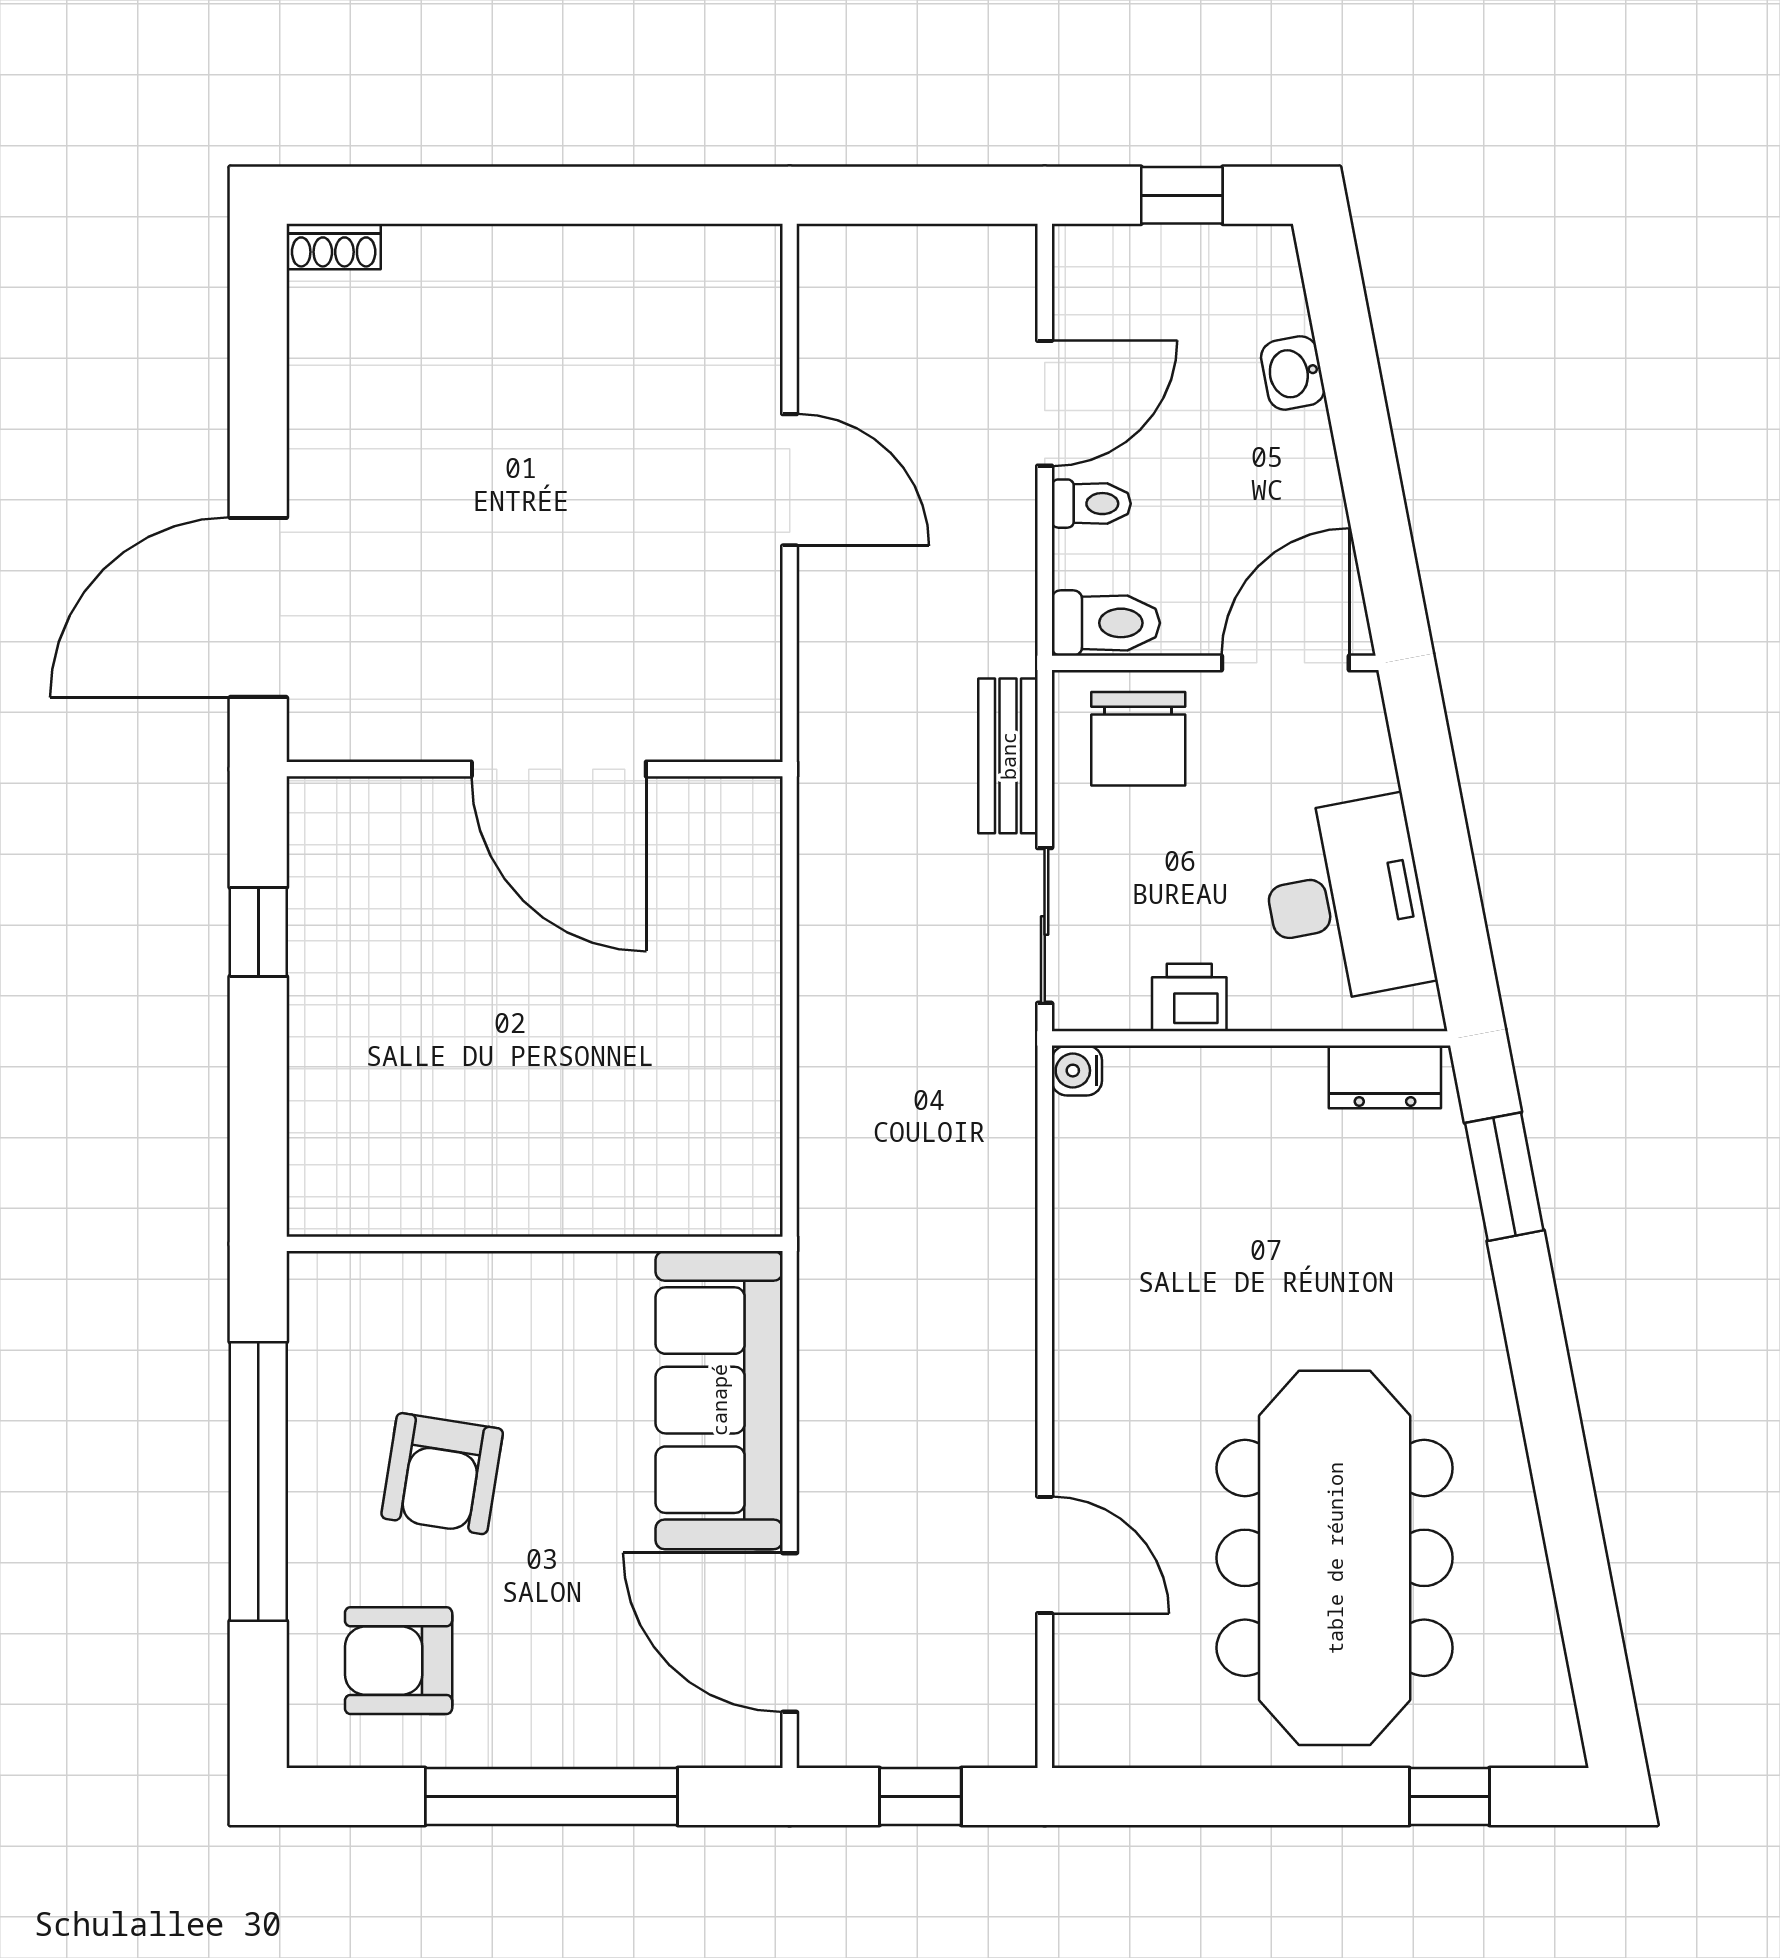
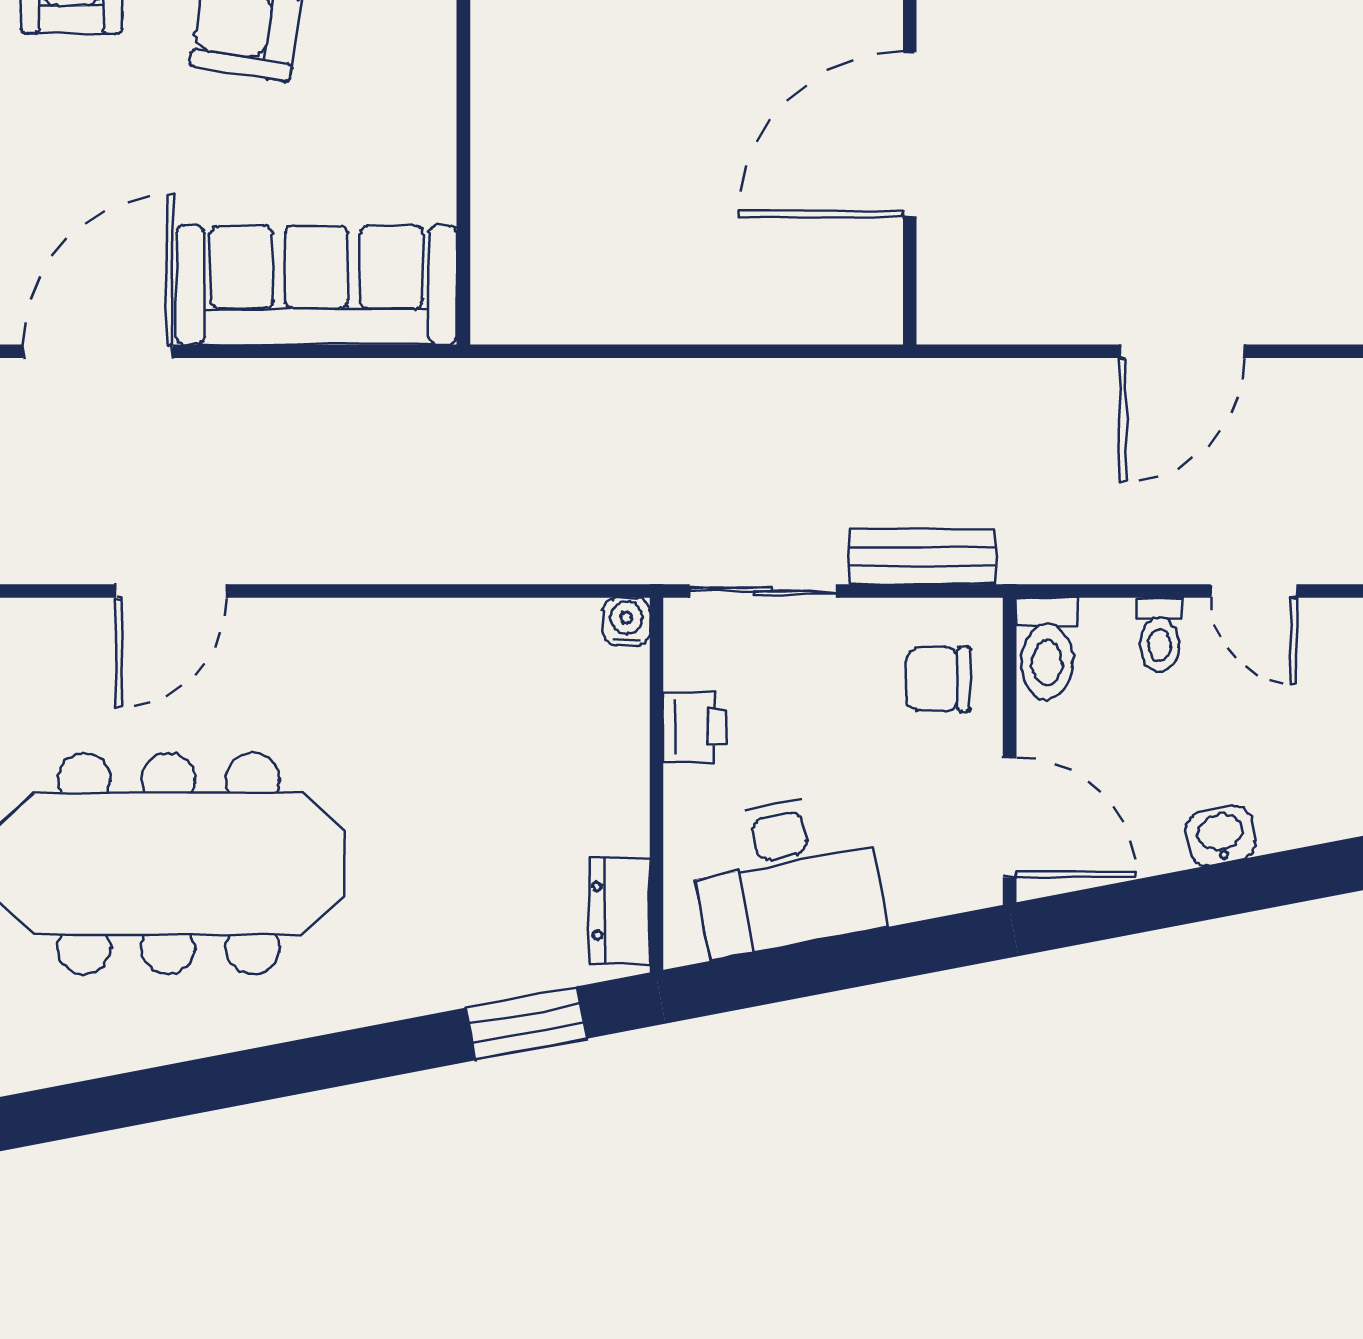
washbasin: (1293, 373) -> (1221, 836), moved
door: (1045, 403) -> (1254, 591), width x0.73
chair: (1138, 739) -> (938, 679), width x0.73, depth x0.73

